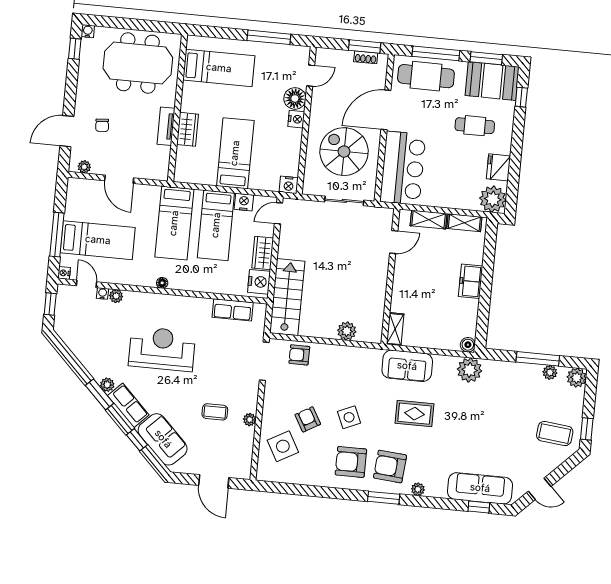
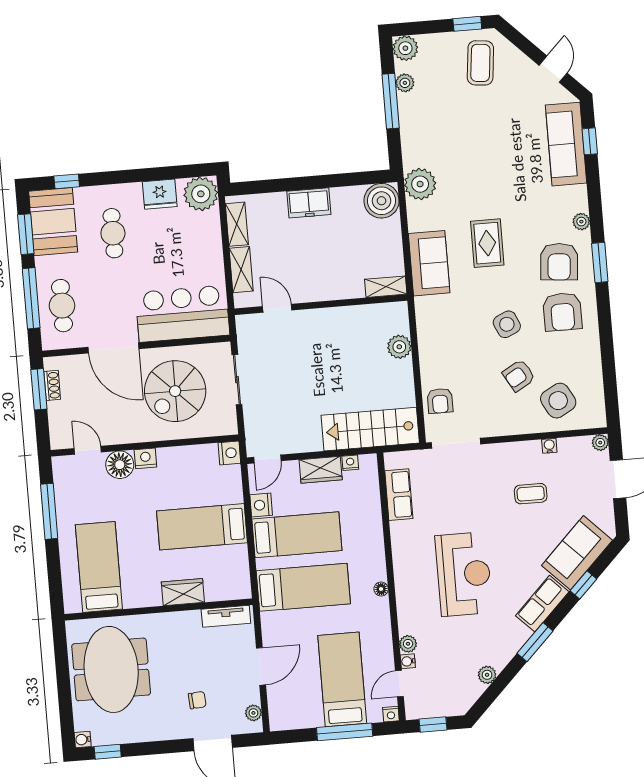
cafe table: (426, 76) -> (62, 306), width x0.73, depth x0.74
tv unit: (166, 126) -> (226, 616), moved
door: (279, 213) -> (267, 459), hinge flipped
nightstand: (259, 282) -> (350, 463), width x0.53, depth x0.56
boiler: (468, 345) -> (381, 201), width x1.86, depth x1.86
reception desk: (162, 349) -> (464, 574), turned 180
plant: (107, 385) -> (487, 675), moved
coffee table: (215, 412) -> (531, 494), turned 90
plant: (250, 420) -> (600, 443), moved
water cooler: (249, 433) -> (549, 446), added

